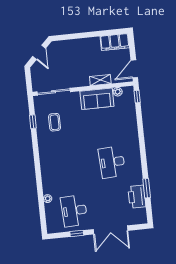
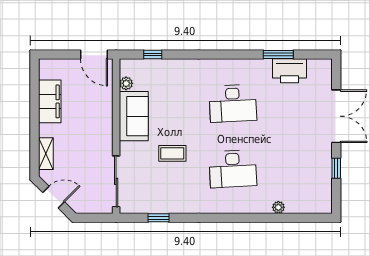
filing cabinet: (115, 42) -> (50, 101), moved
shelving: (100, 80) -> (46, 154), moved
window: (137, 97) -> (153, 54), moved
coffee table: (55, 122) -> (172, 153), moved
desk: (74, 211) -> (233, 169), moved

